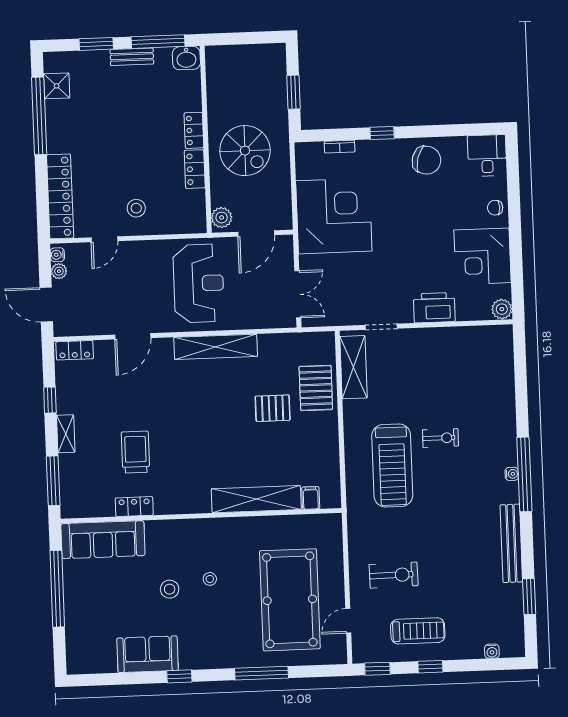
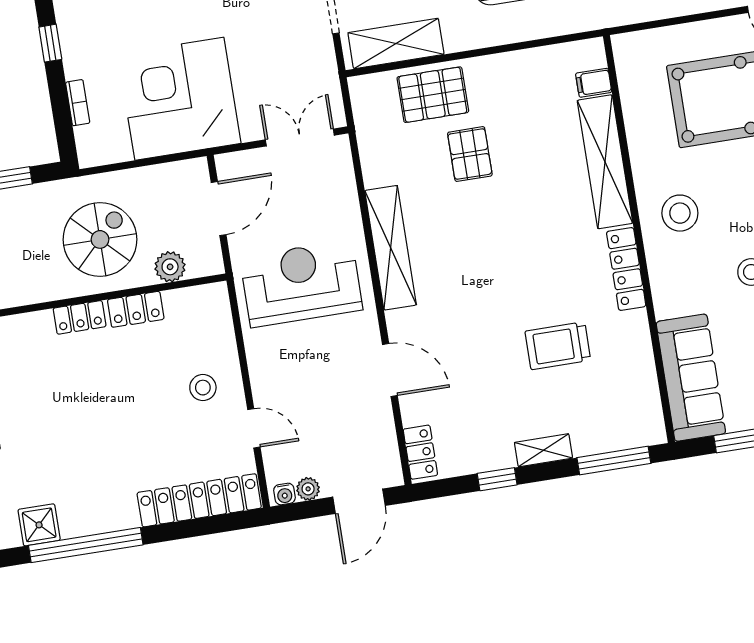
plant: (222, 218) -> (170, 267), moved
door: (256, 233) -> (219, 209), hinge flipped
locker: (134, 507) -> (626, 269), moved, width x1.53
stool: (210, 579) -> (680, 213), moved, width x1.89, depth x1.89

